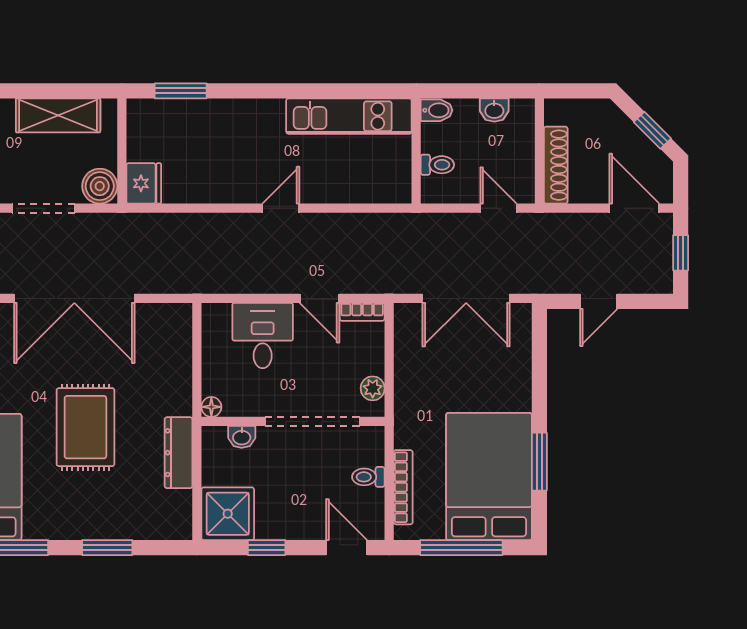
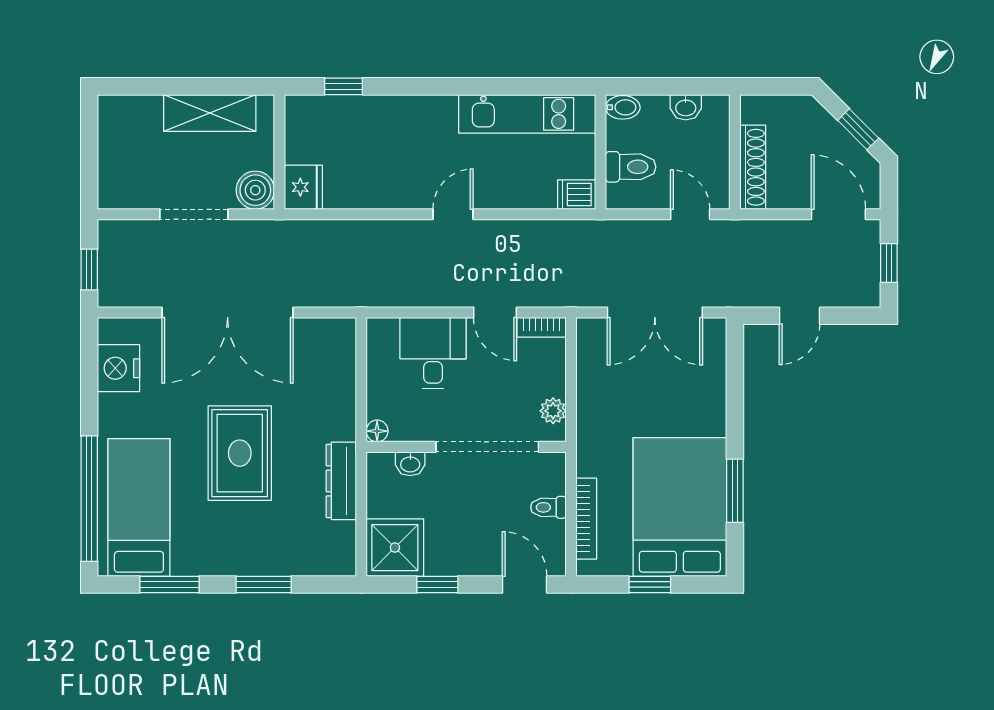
window: (181, 91) -> (343, 86), width x0.67
toilet: (437, 165) -> (631, 167), width x1.37, depth x1.39
dishwasher: (394, 190) -> (577, 195), added
window: (461, 548) -> (650, 584), width x0.46

